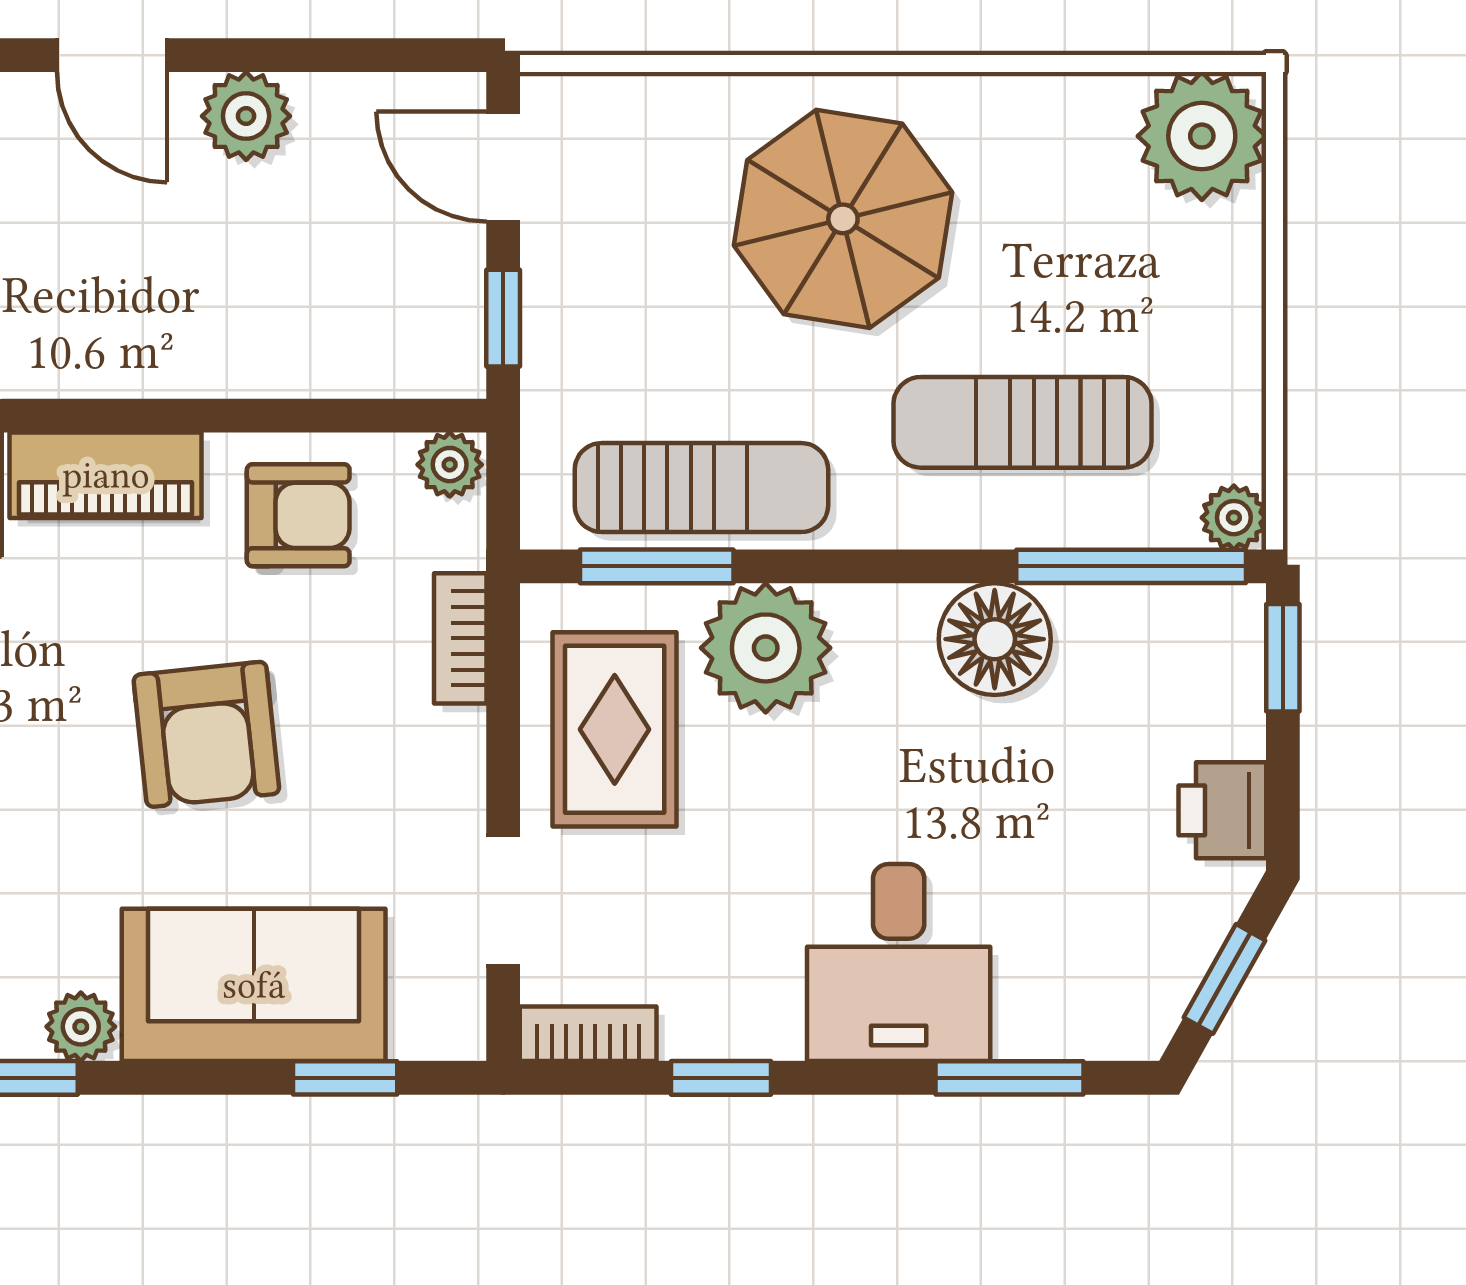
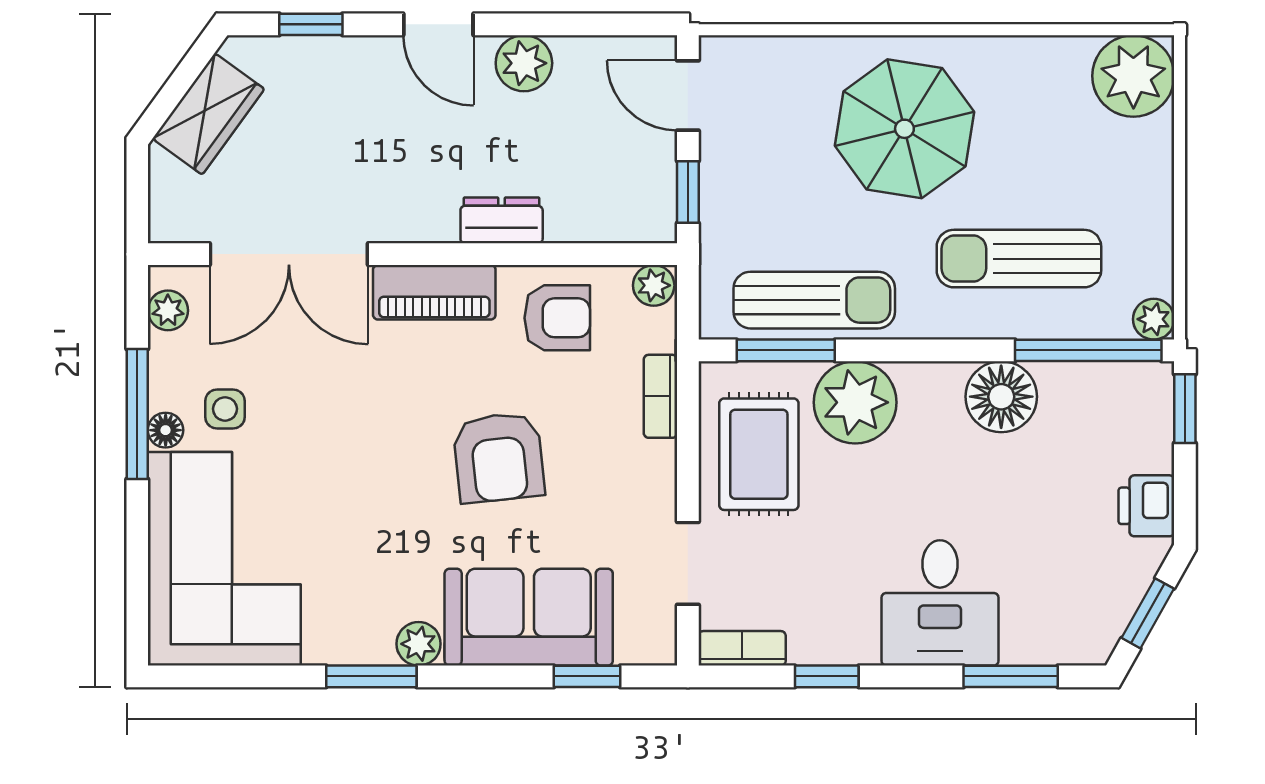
dresser: (211, 363) -> (502, 220), added

